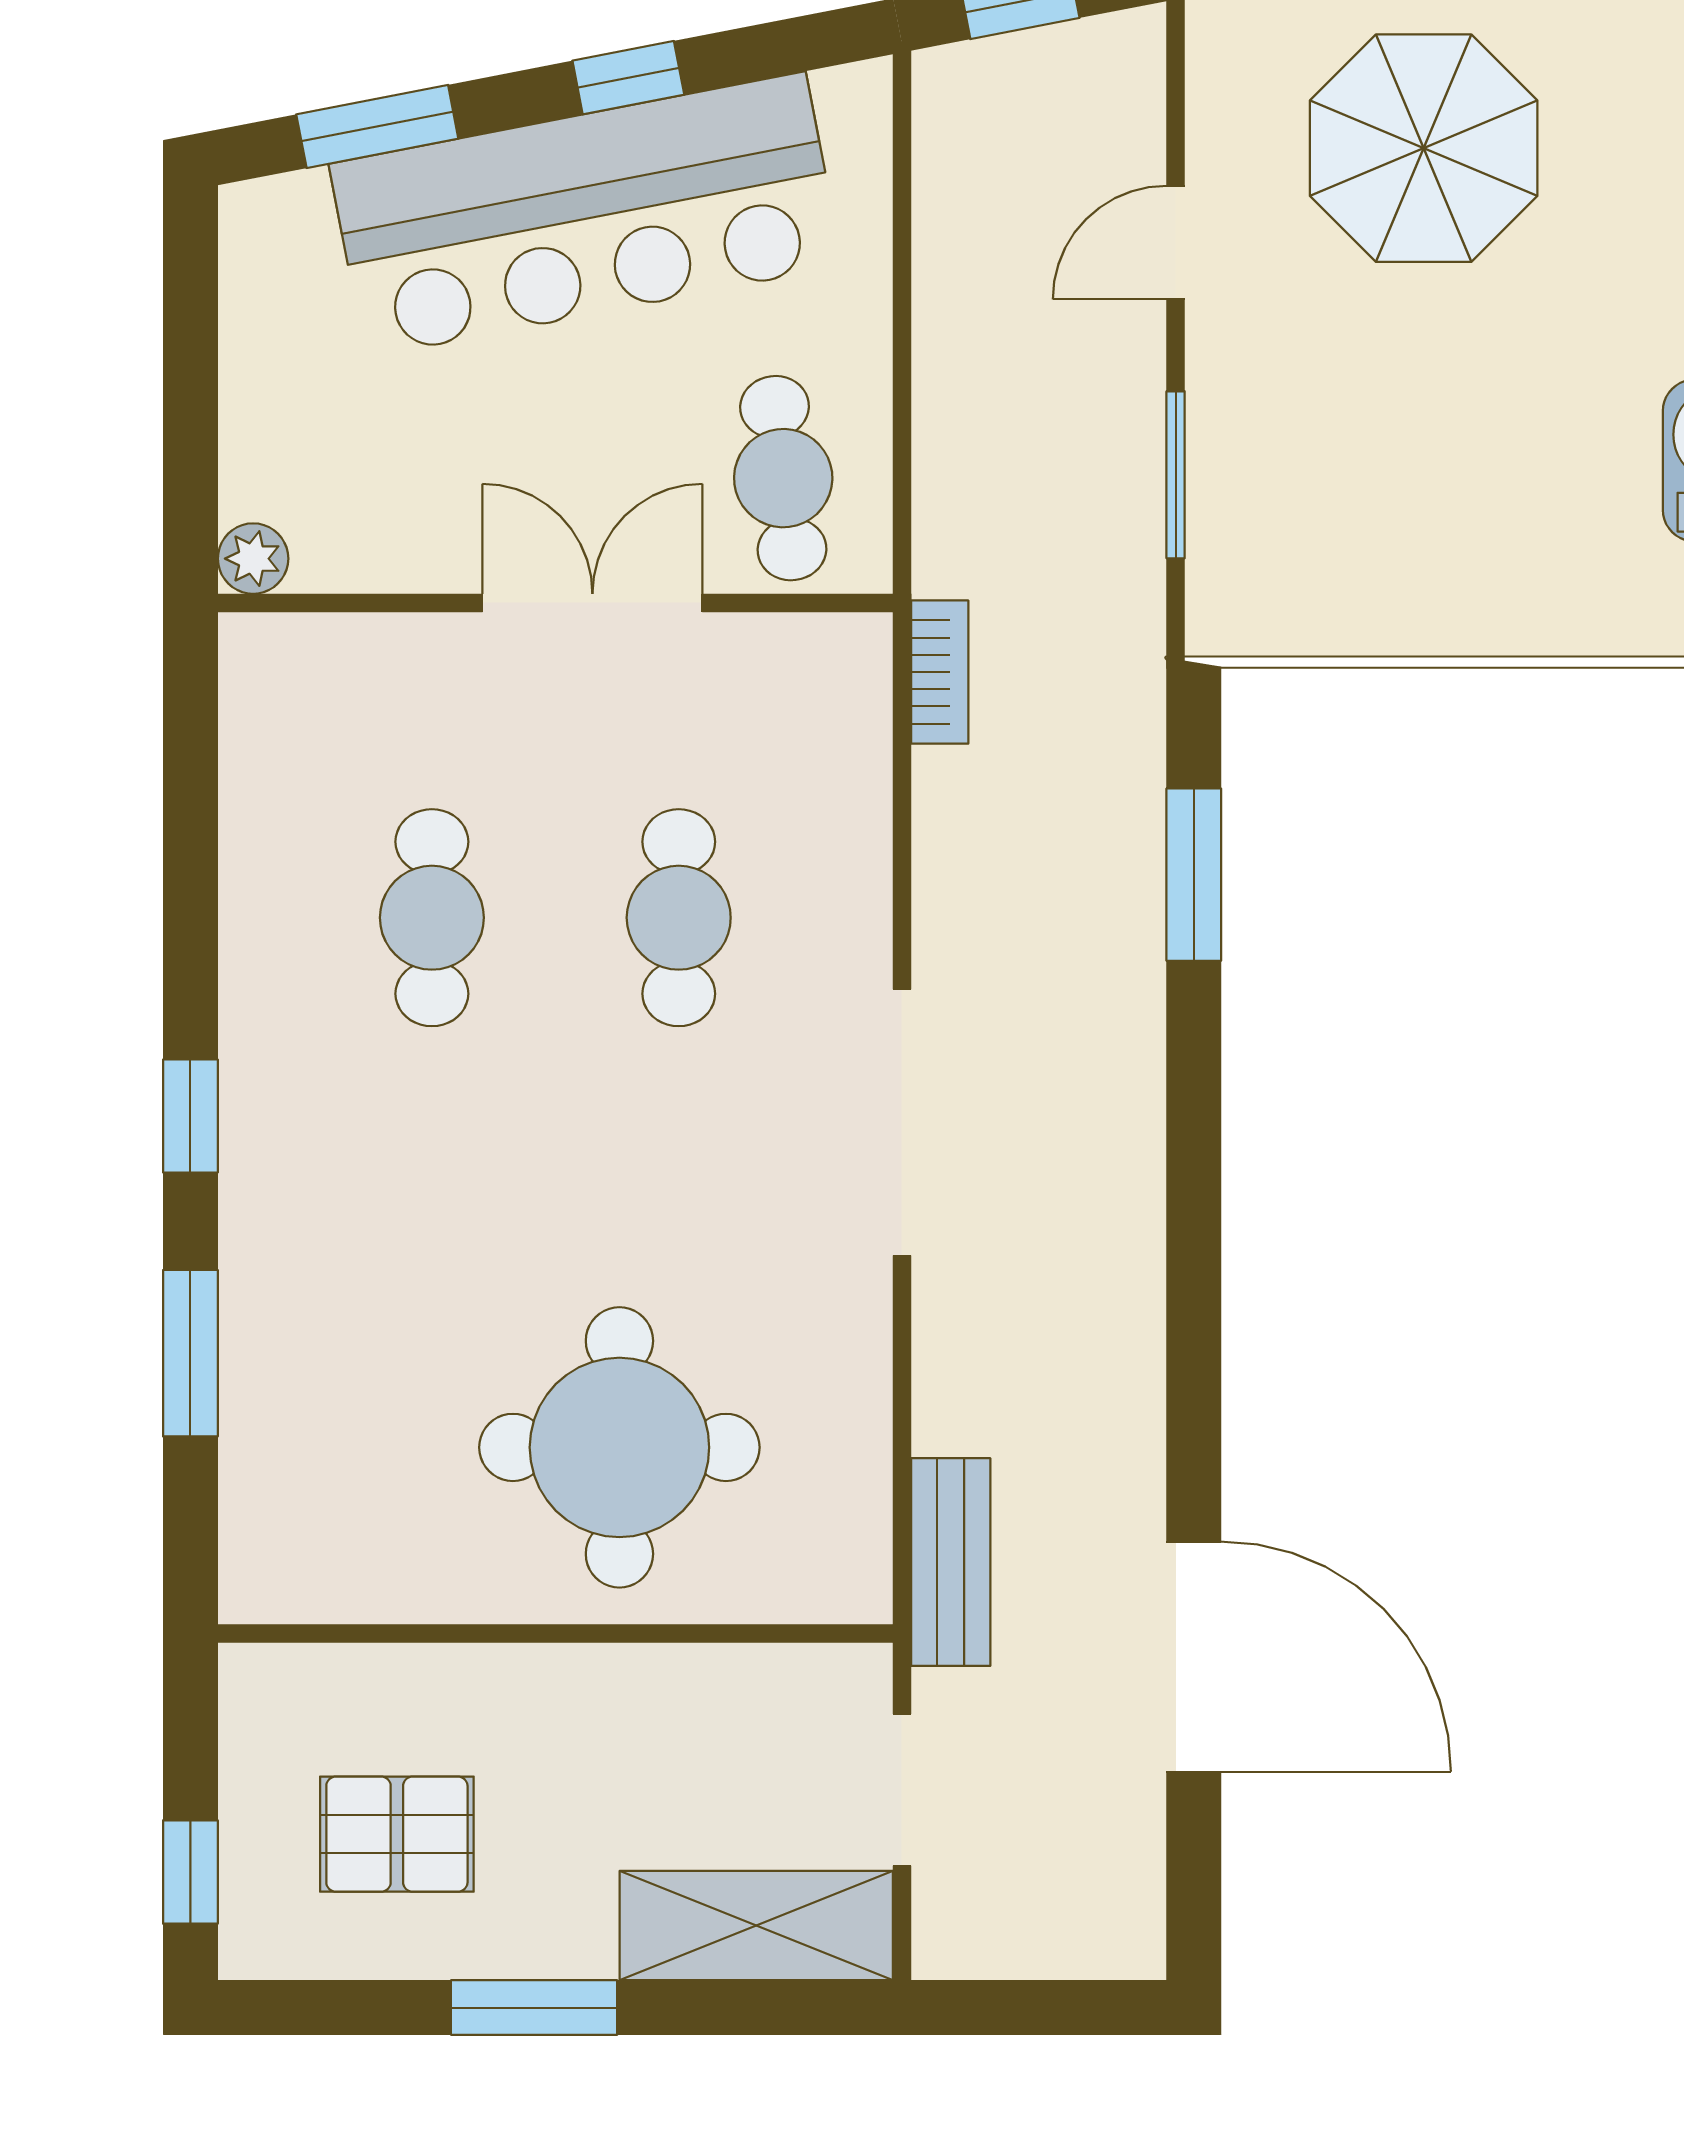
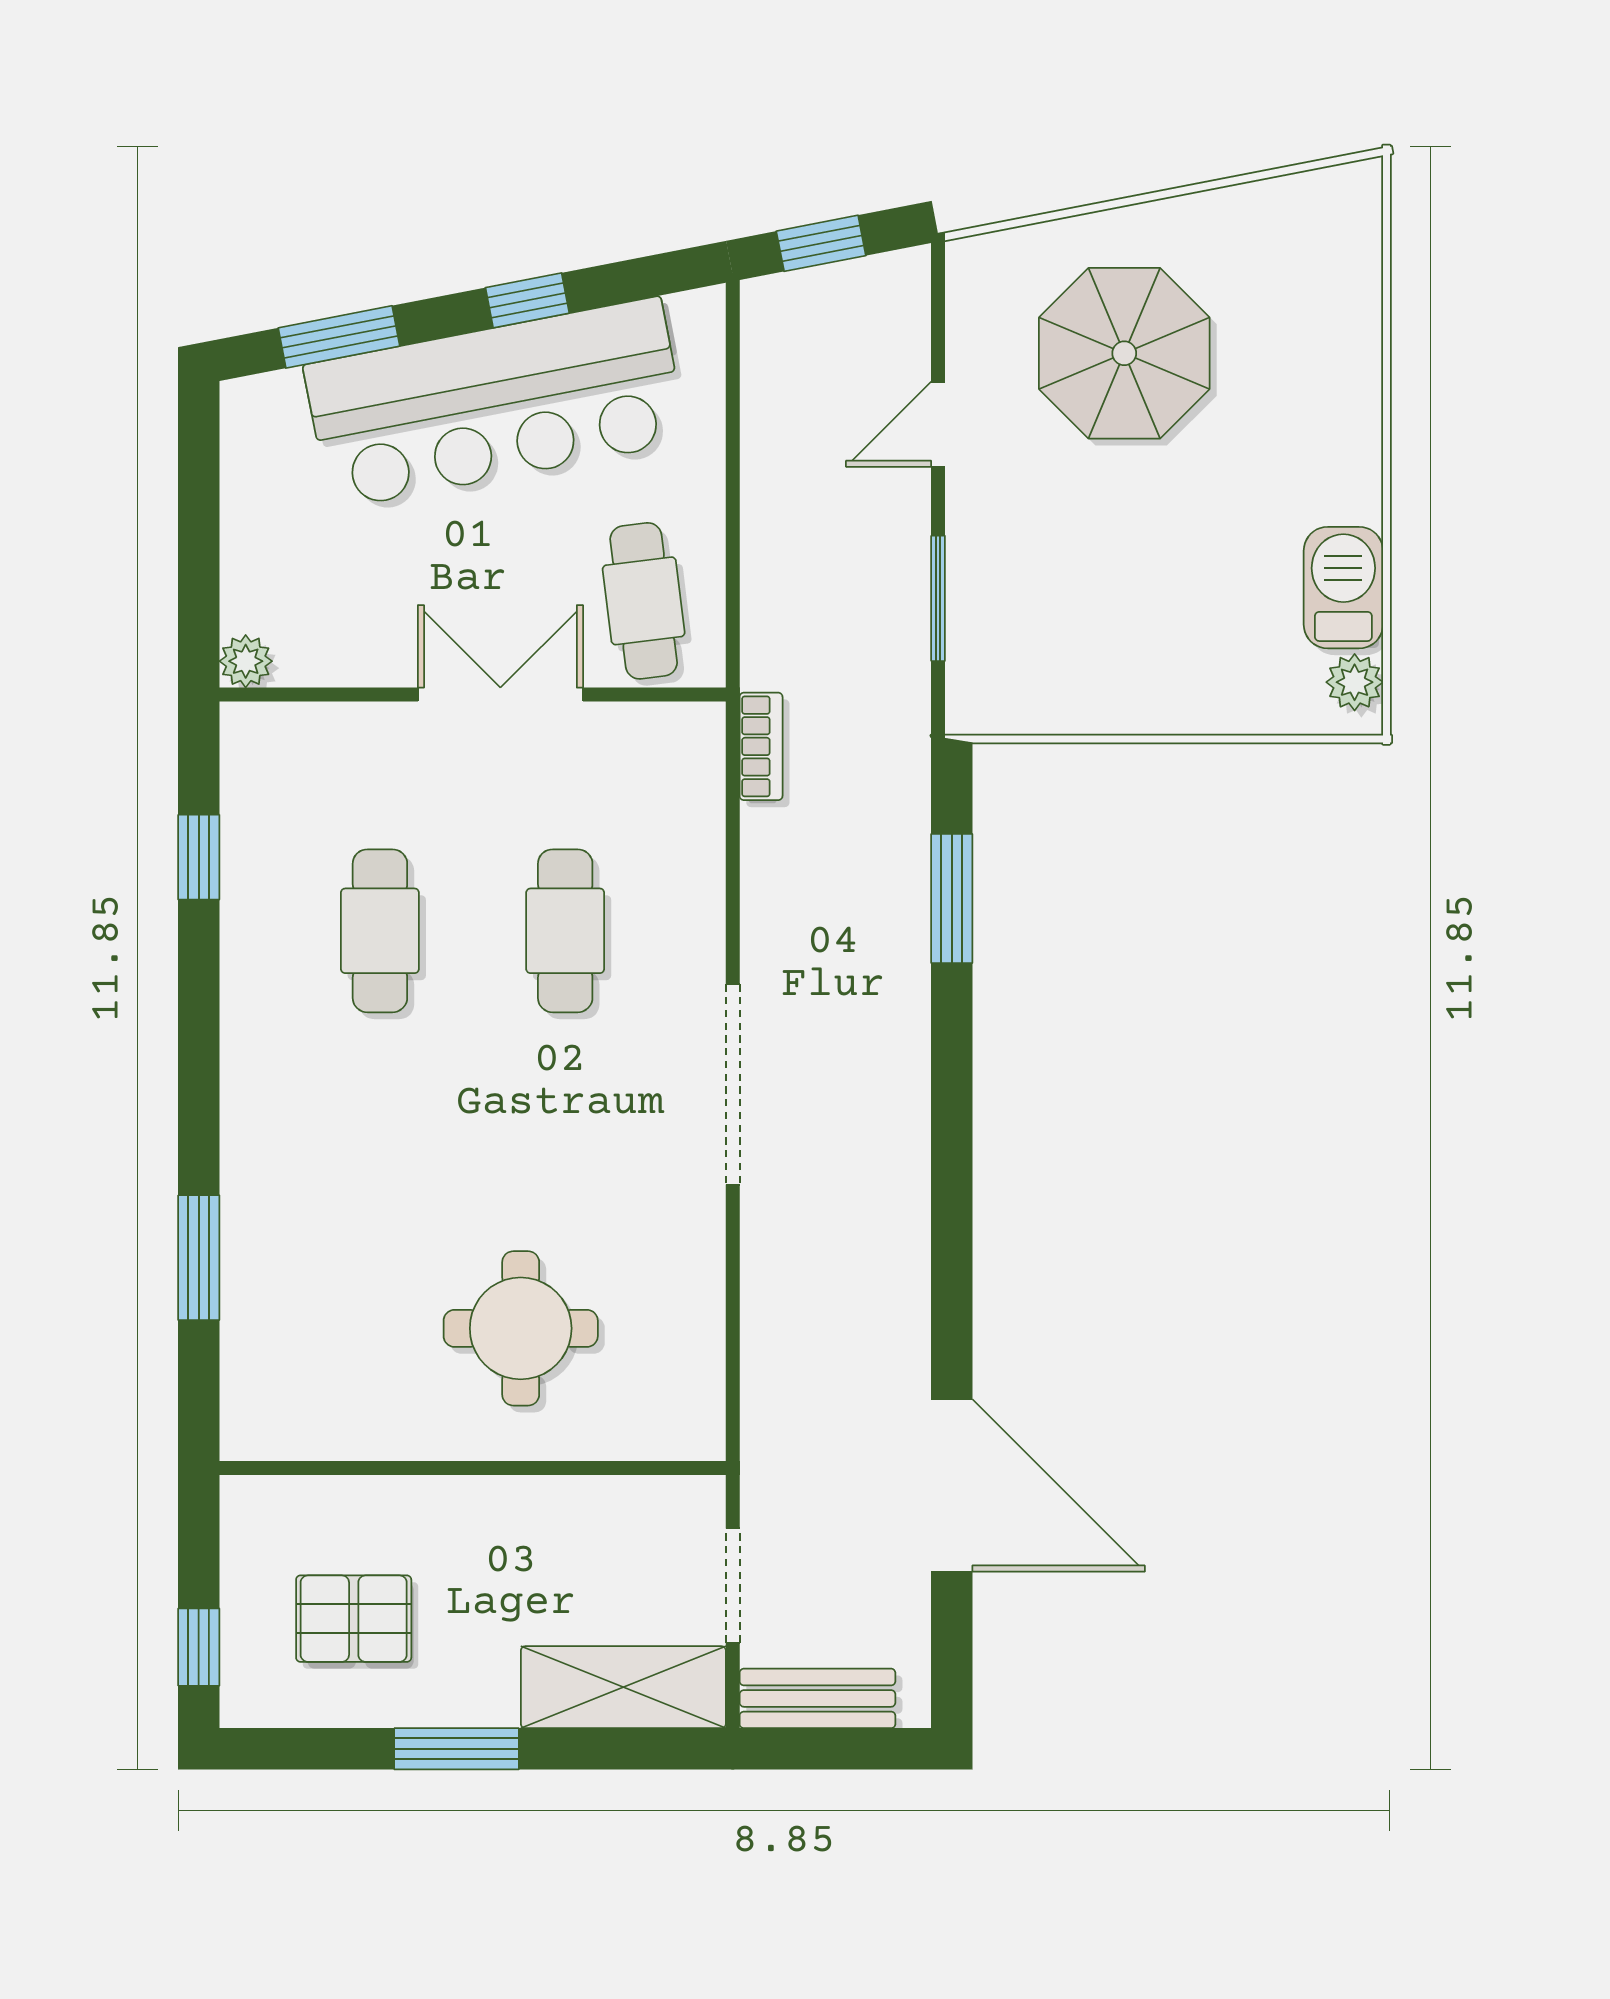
window: (190, 1116) -> (199, 857), moved
round table: (619, 1447) -> (521, 1328), width x0.73, depth x0.73
bench: (951, 1562) -> (817, 1698), moved, turned 90

